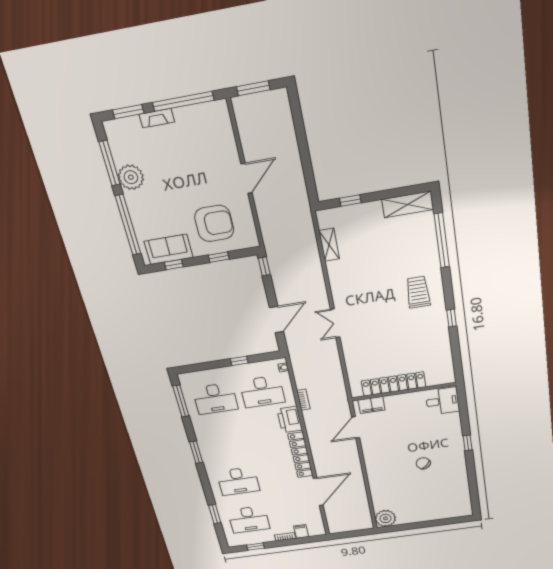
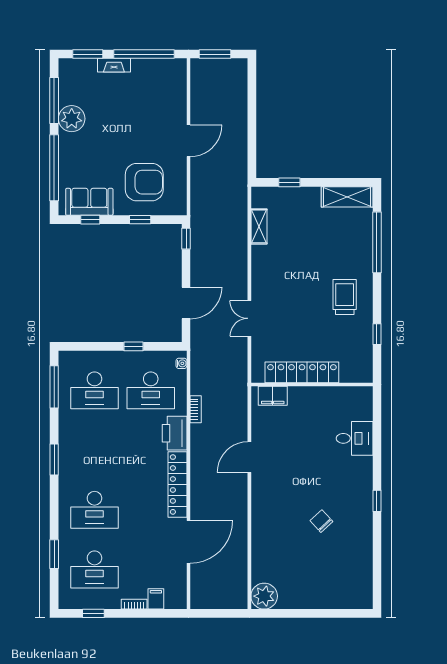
locker: (394, 384) -> (302, 372), moved
wall: (404, 392) -> (312, 384), moved
filing cabinet: (372, 405) -> (273, 396), moved

